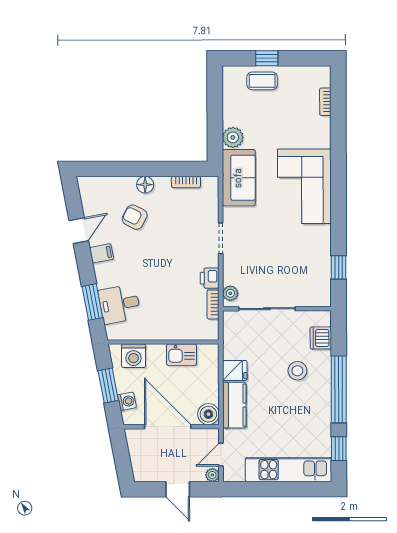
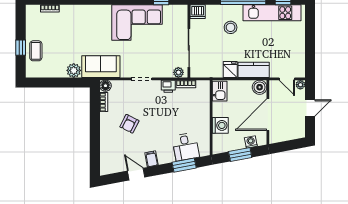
floor lamp: (145, 185) -> (105, 86), moved
corner sofa: (304, 186) -> (137, 23), moved
armchair: (135, 217) -> (129, 124), moved
dishwasher: (321, 338) -> (198, 12), moved
kitchen sink: (181, 355) -> (220, 91), moved
washing machine: (134, 356) -> (220, 125), moved
kitchen unit: (288, 470) -> (272, 13), moved, turned -90

